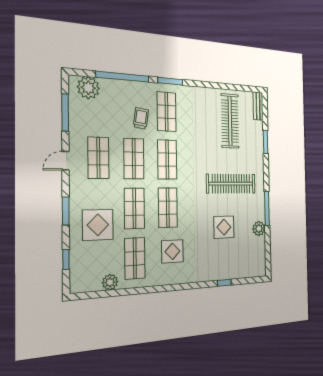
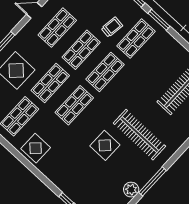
display table: (224, 227) -> (105, 145), moved
display table: (172, 251) -> (36, 148), moved

